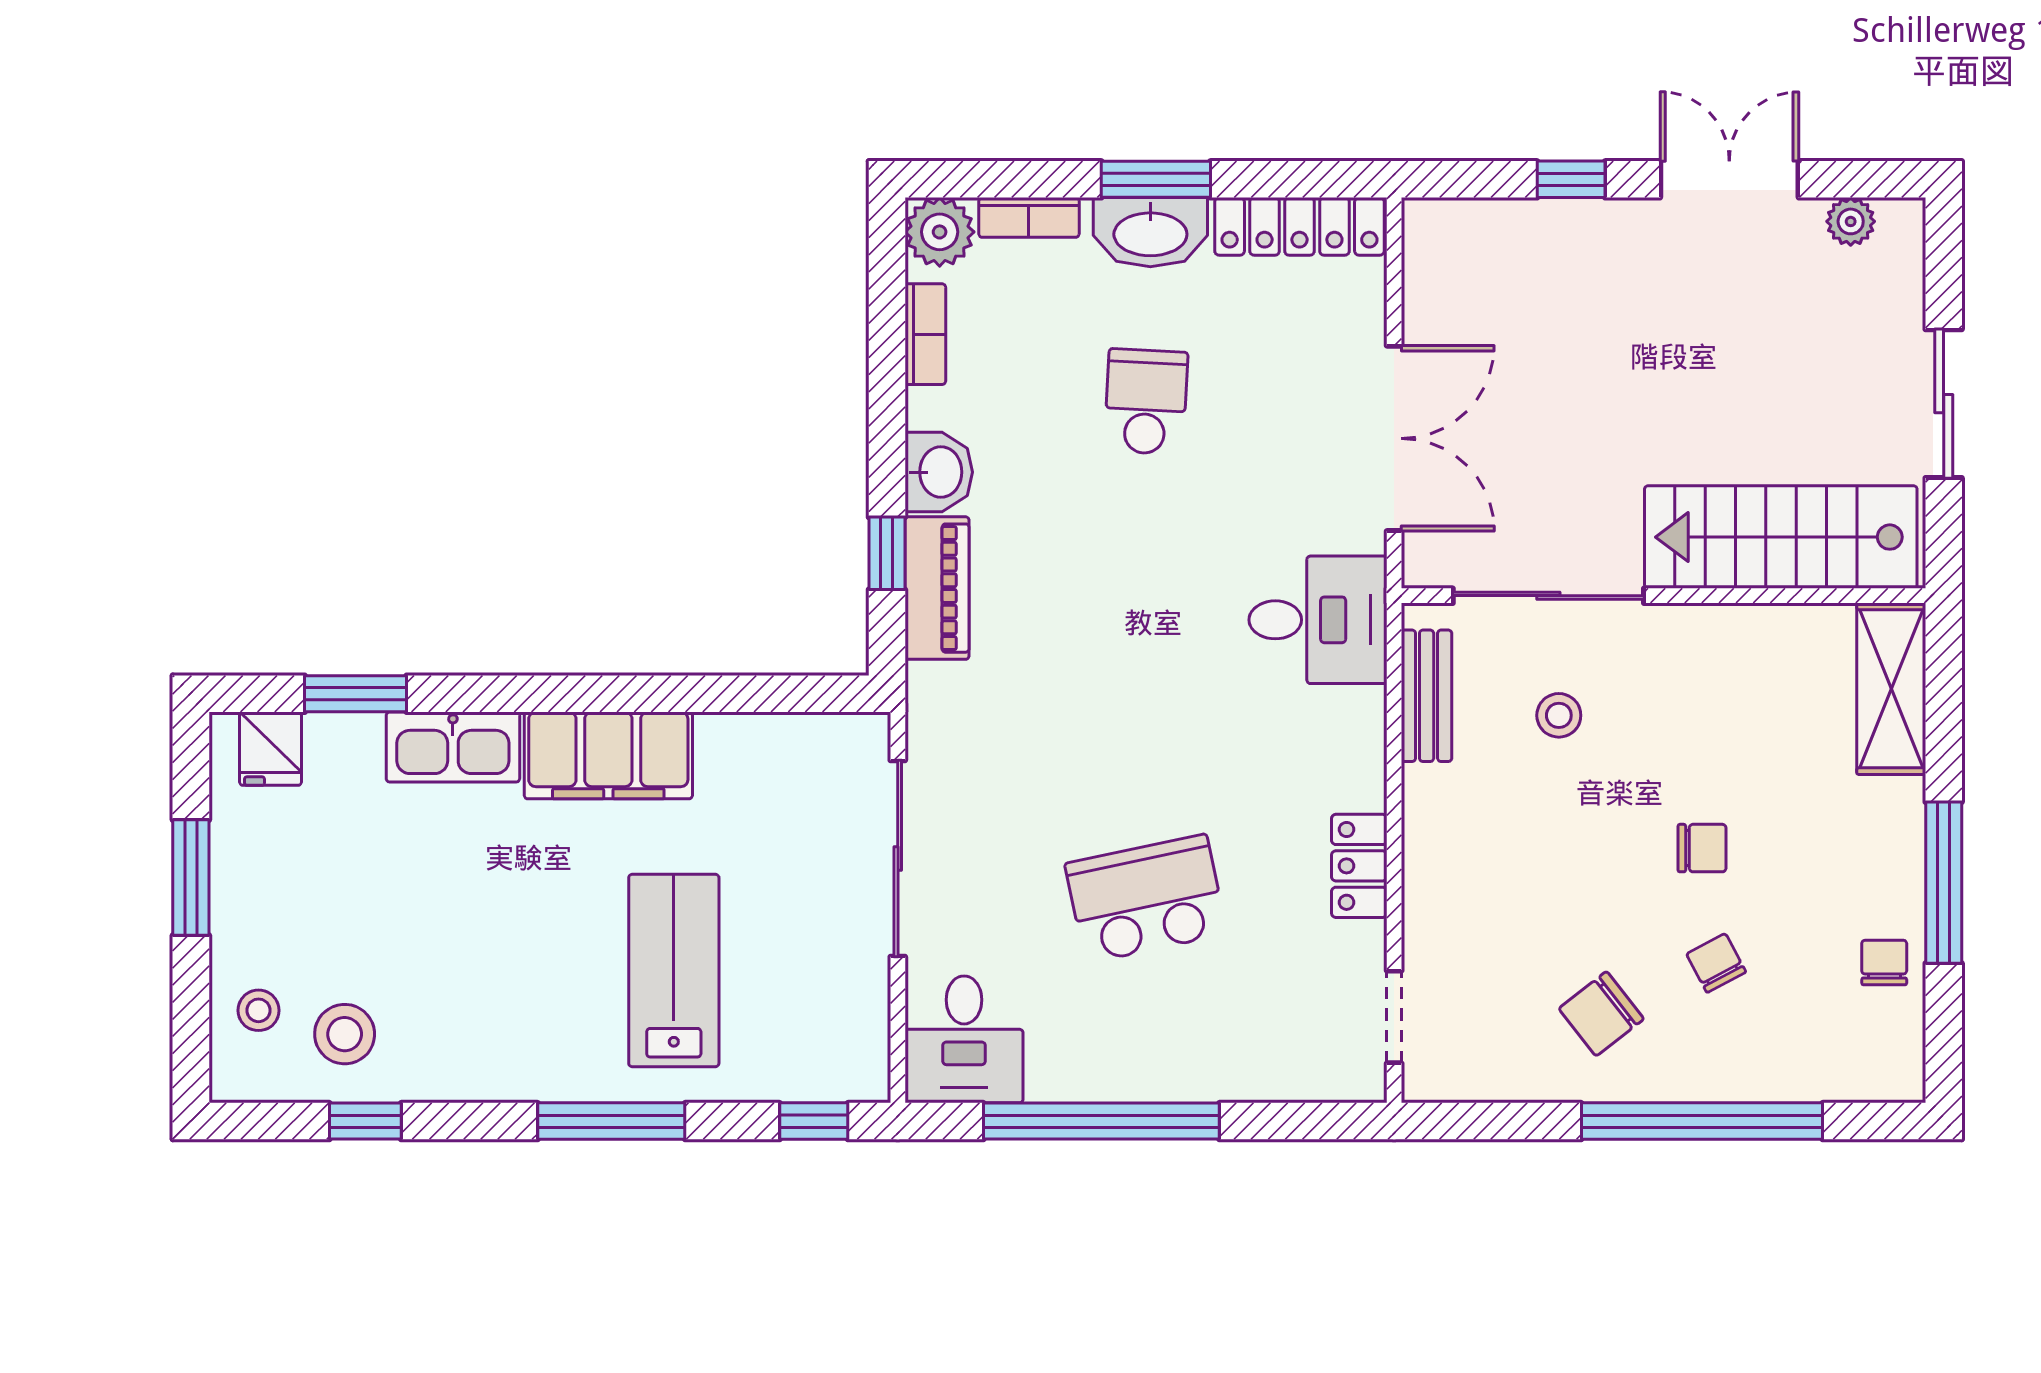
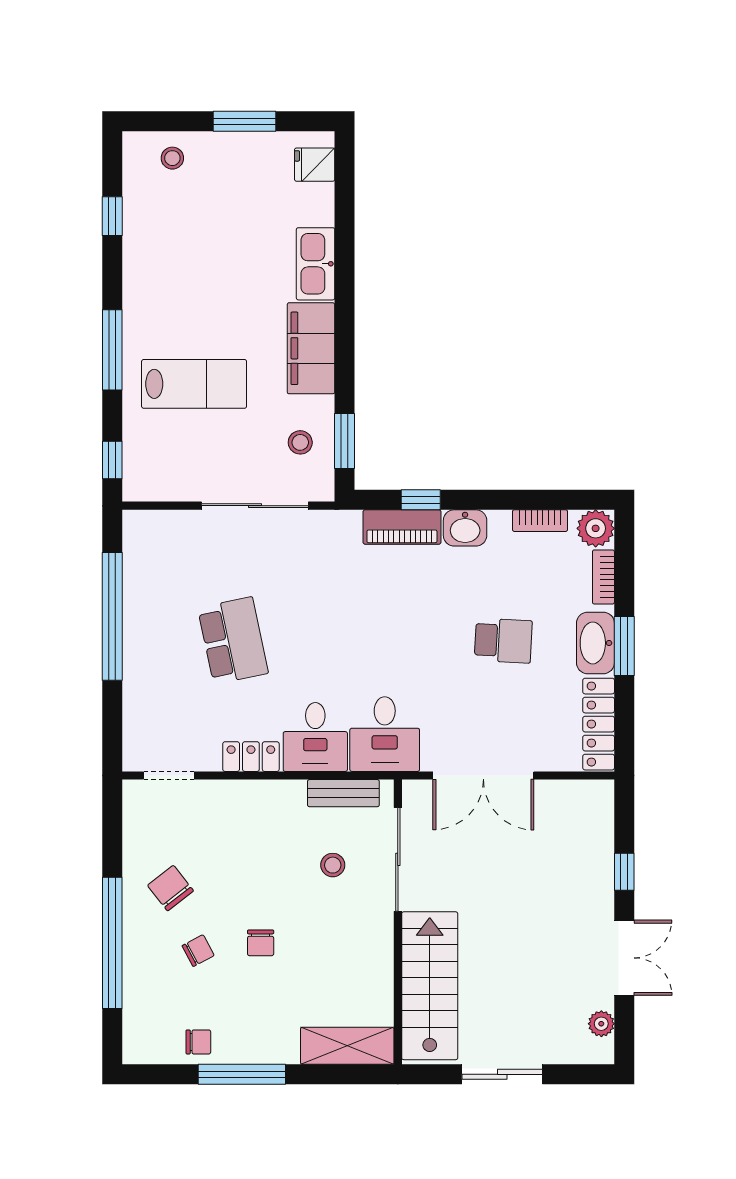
window: (356, 694) -> (345, 441), moved
stool: (345, 1034) -> (300, 442), moved, width x0.73, depth x0.73
desk: (964, 1039) -> (315, 737), moved, turned -90

